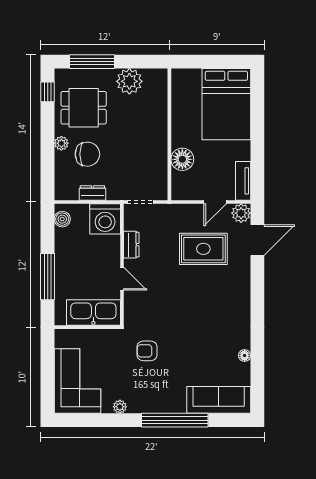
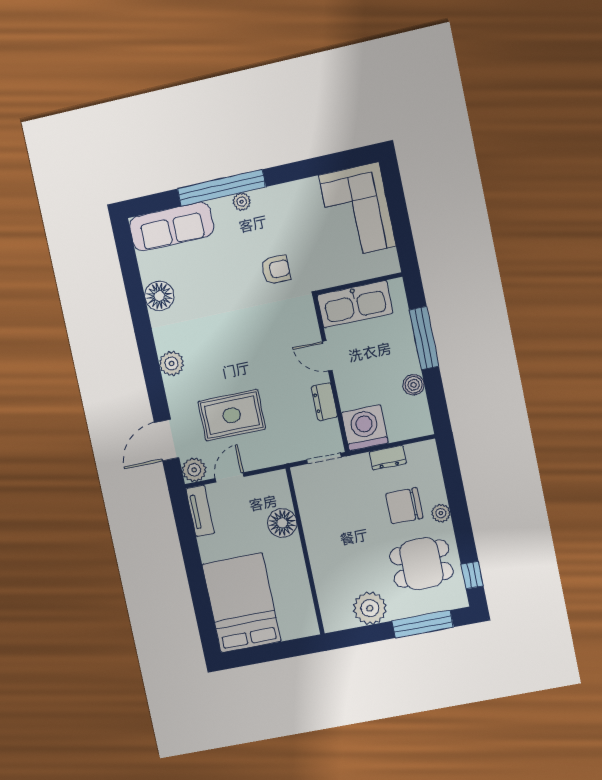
boiler: (62, 219) -> (414, 385), moved
plant: (241, 297) -> (172, 363), added
floor lamp: (245, 356) -> (159, 296), width x1.89, depth x1.89
plant: (120, 407) -> (242, 202), moved

